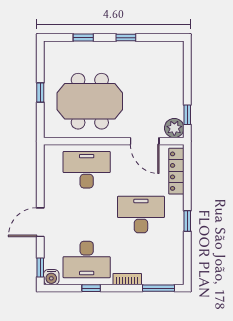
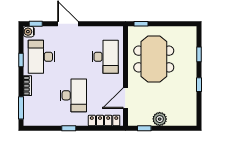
window: (40, 92) -> (141, 24), moved
plant: (174, 128) -> (160, 119), moved

